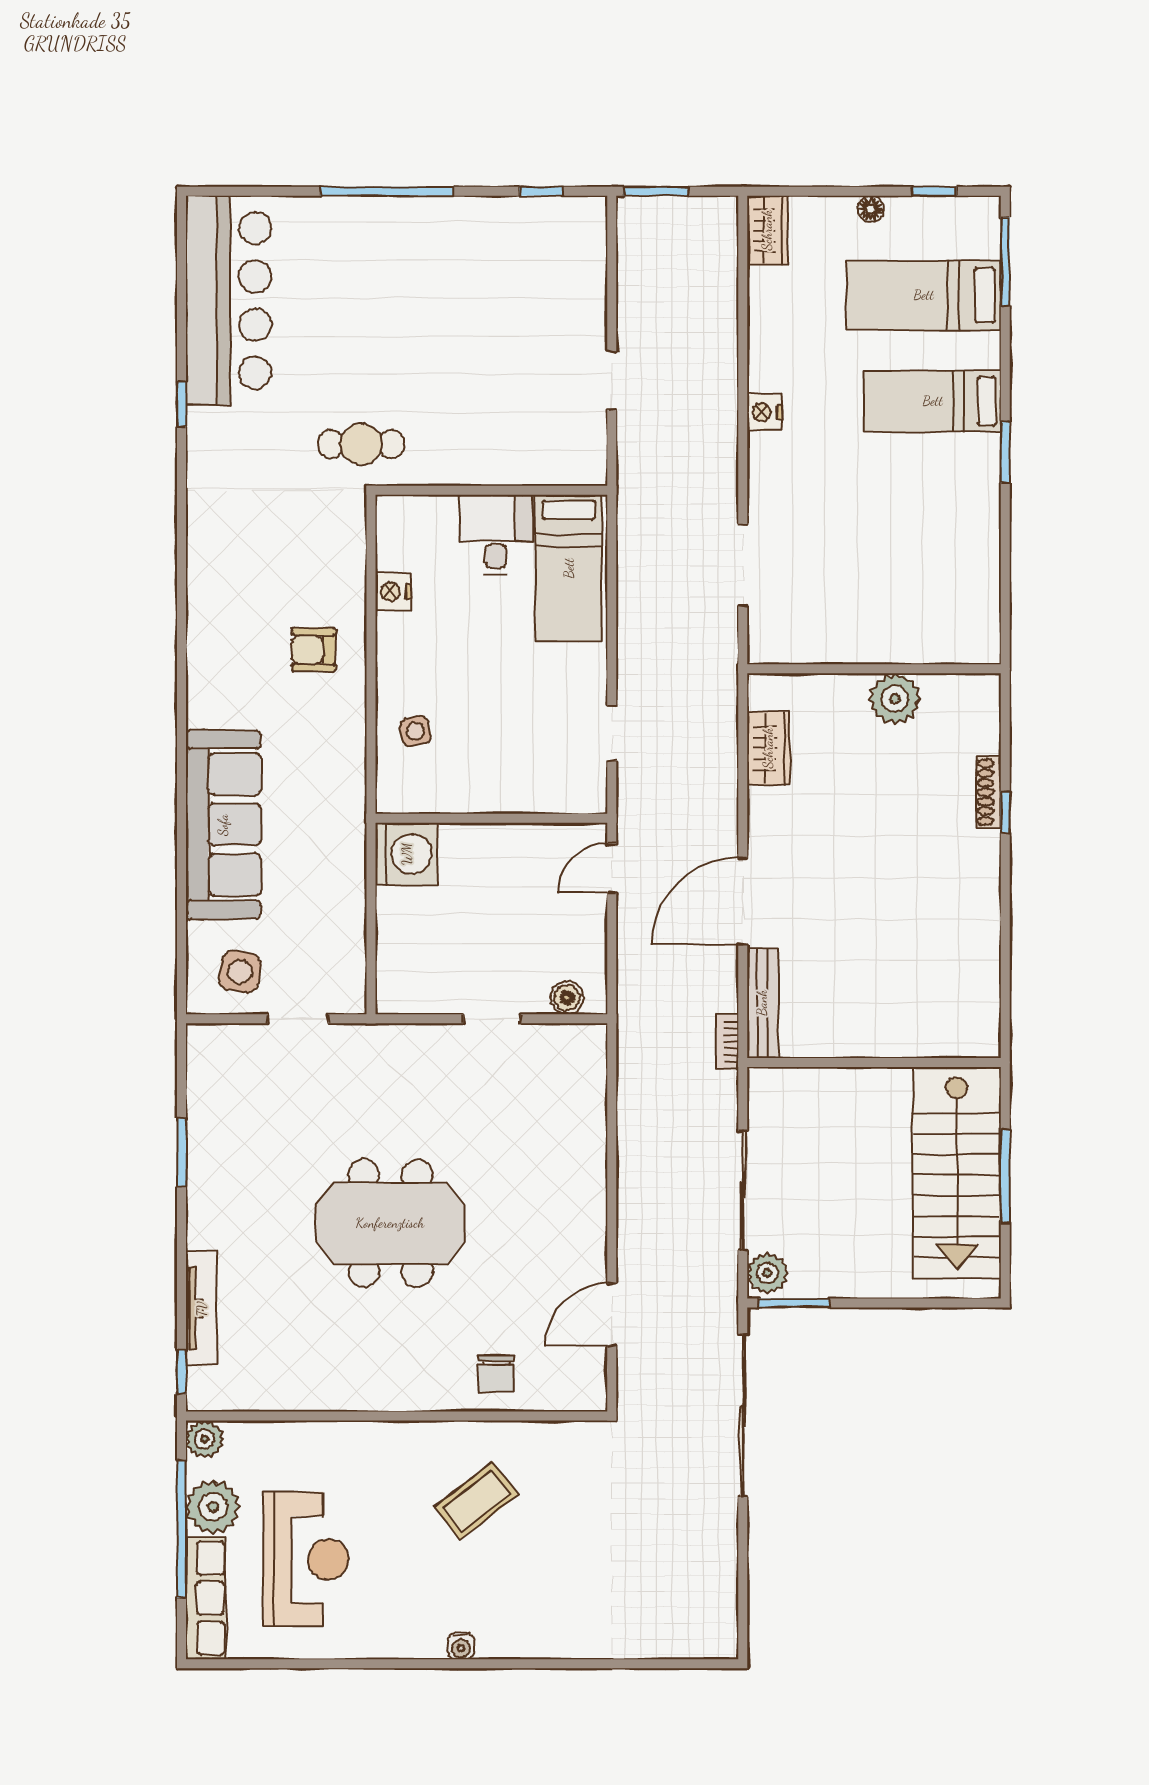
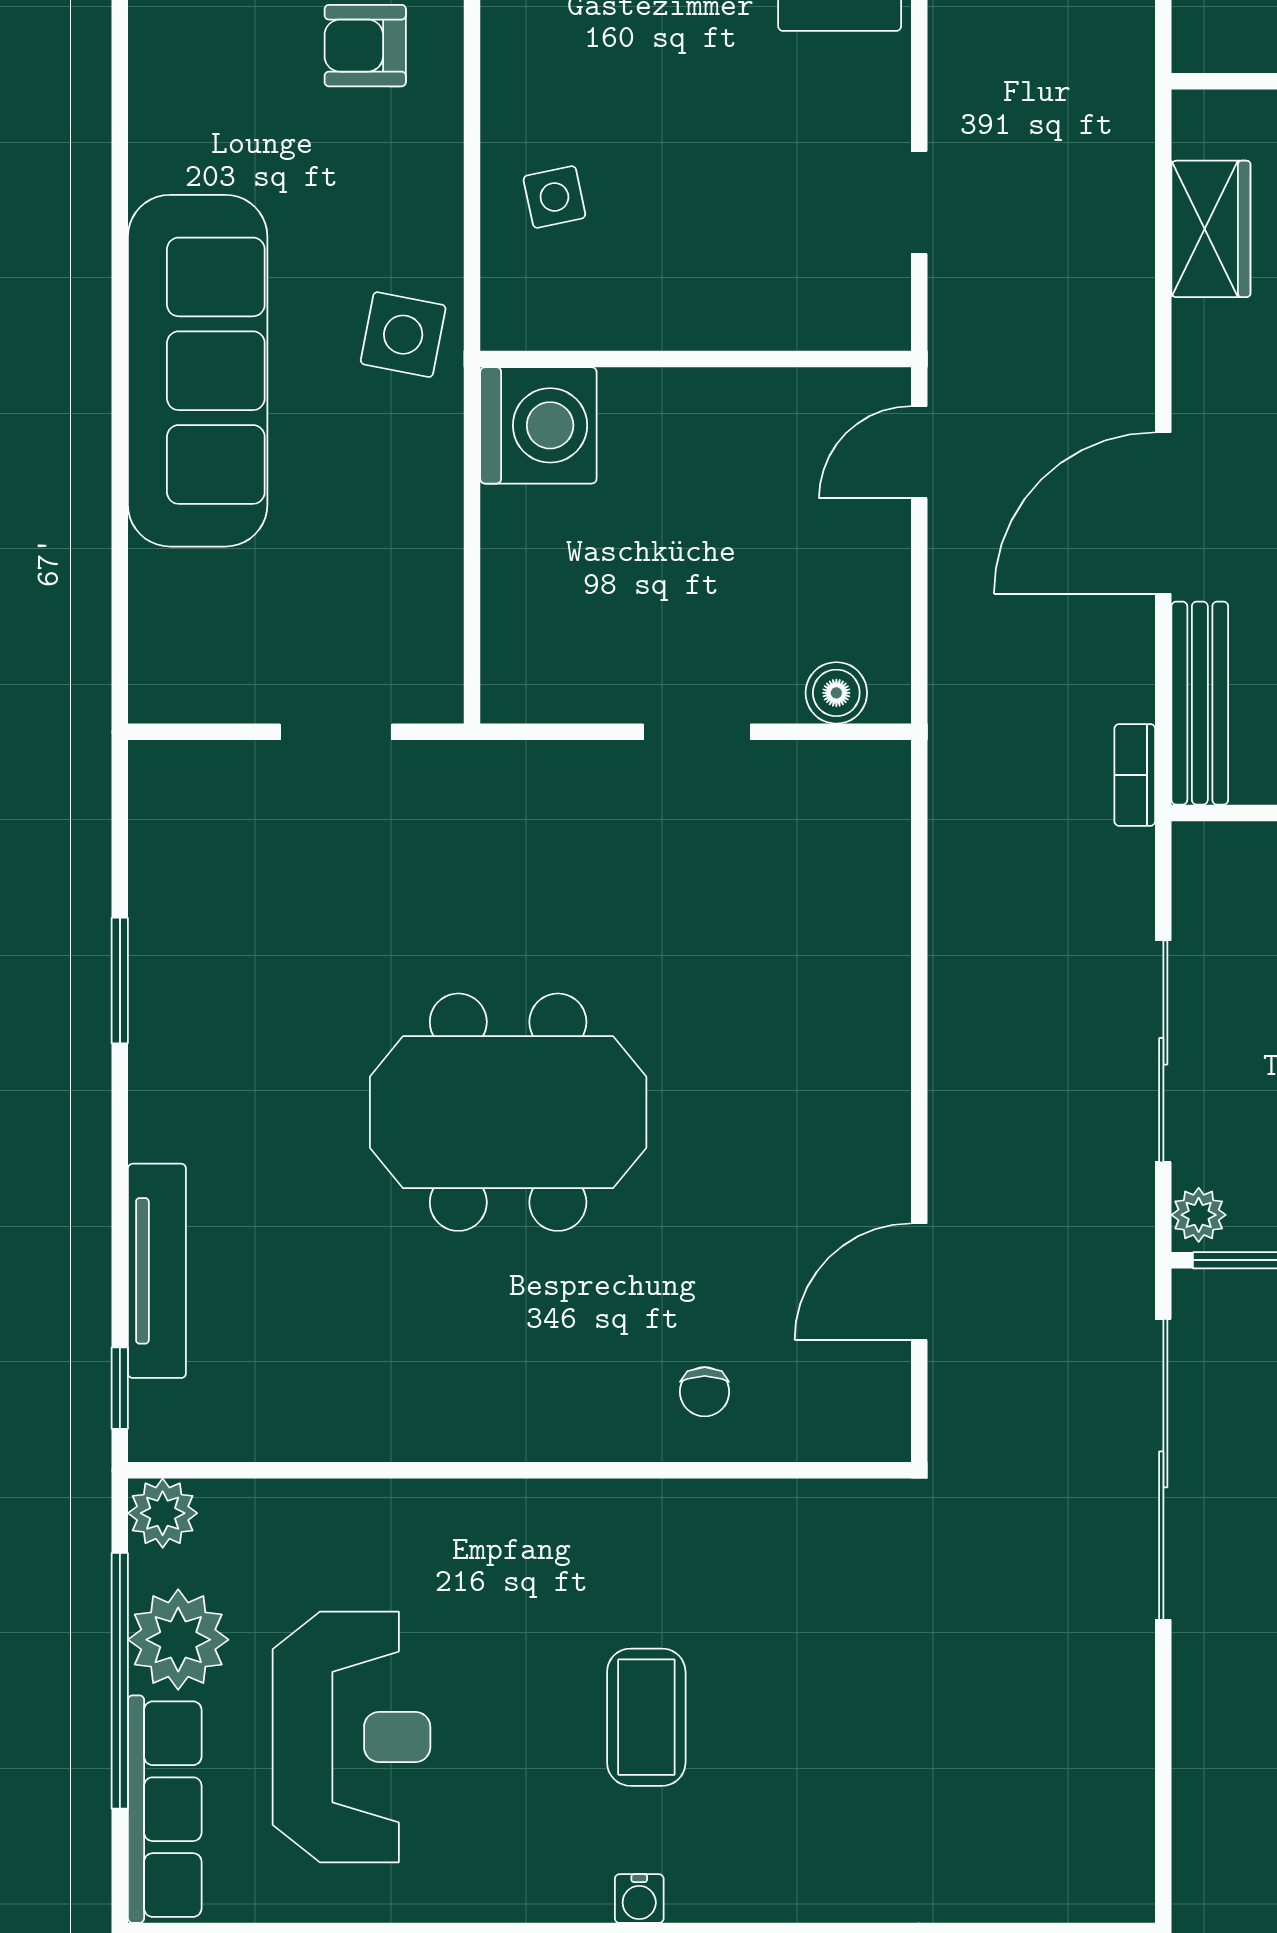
side table: (240, 972) -> (403, 335), moved
plant: (767, 1273) -> (1199, 1215), width x0.73, depth x0.73
chair: (496, 1374) -> (705, 1392), width x0.73, depth x0.73
coffee table: (476, 1501) -> (646, 1717), moved, turned -52

